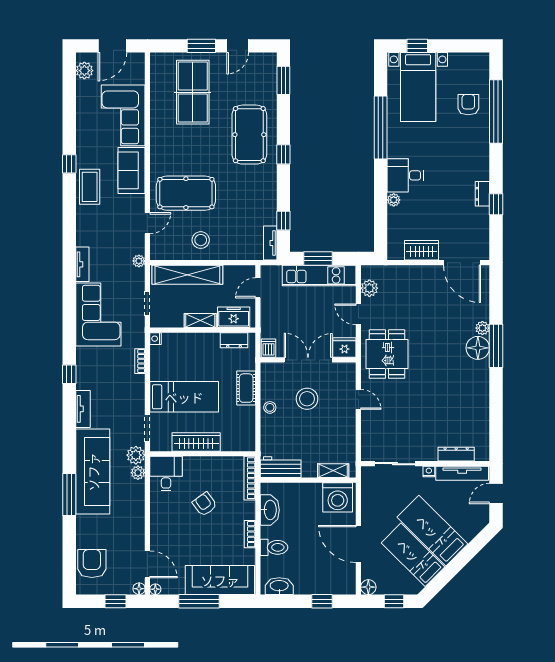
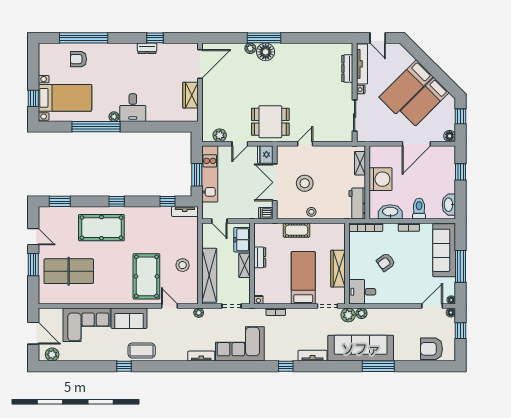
plant: (394, 200) -> (114, 117), moved
dresser: (234, 340) -> (260, 257), moved
washing machine: (338, 497) -> (381, 179), moved

